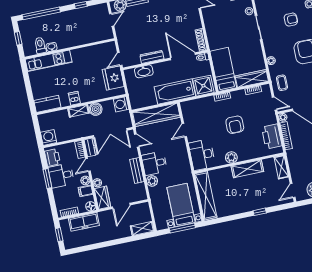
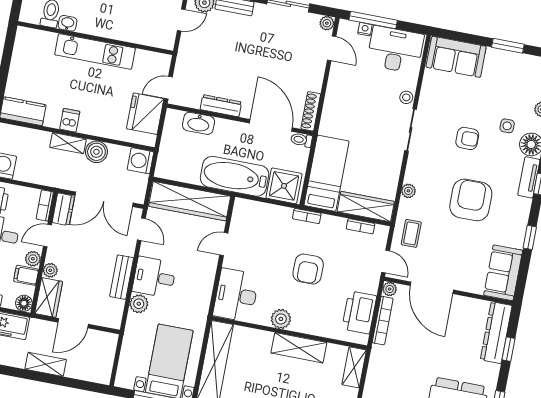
kitchen unit: (49, 61) -> (95, 51), moved
shelving: (142, 228) -> (46, 364), moved

